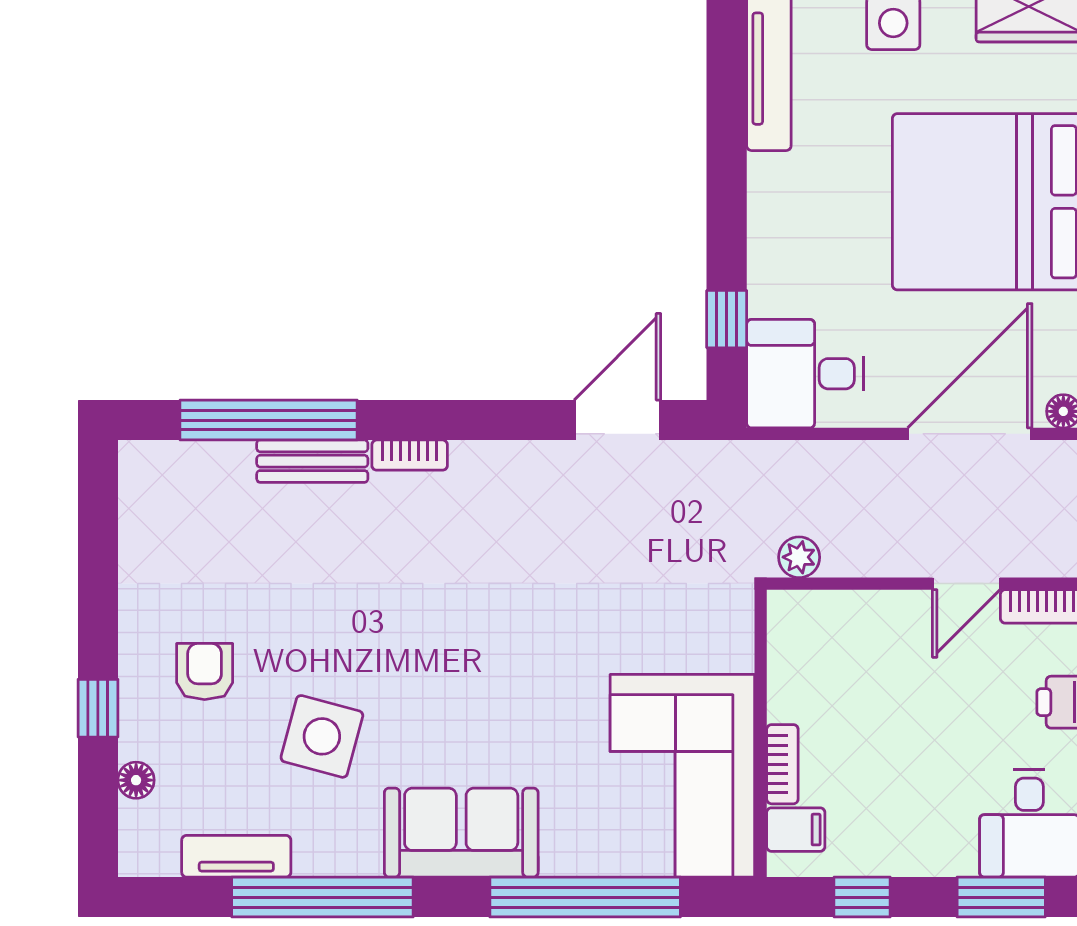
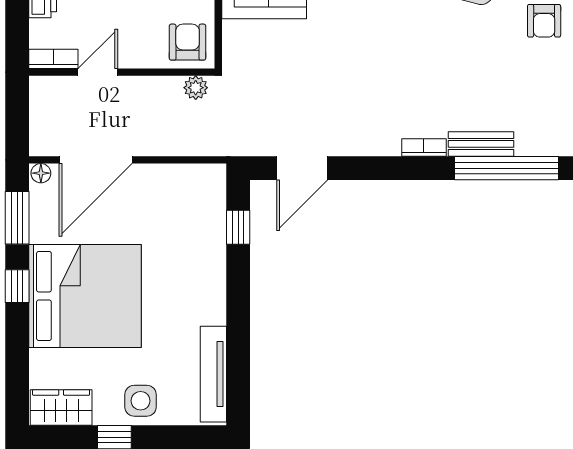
desk: (805, 374) -> (192, 195), removed
armchair: (813, 635) -> (188, 42), added

